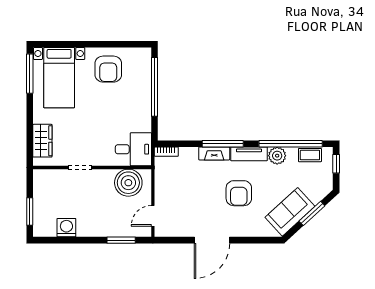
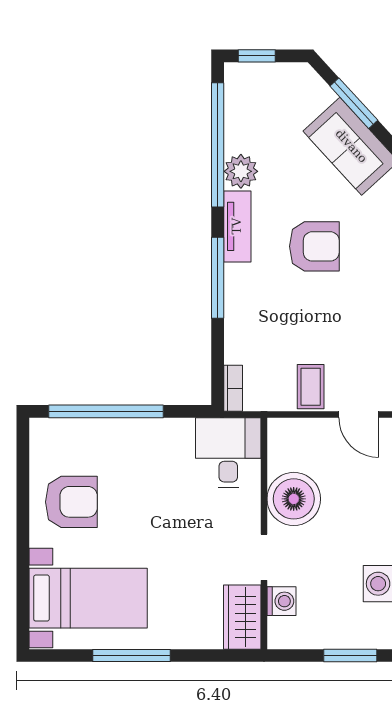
window: (30, 74) -> (131, 656), moved
wardrobe: (42, 141) -> (242, 617), moved, turned -90
fireplace: (214, 153) -> (237, 295), removed
coffee table: (310, 155) -> (311, 387), moved
washing machine: (57, 176) -> (281, 601), added
boiler: (128, 183) -> (294, 499), moved

